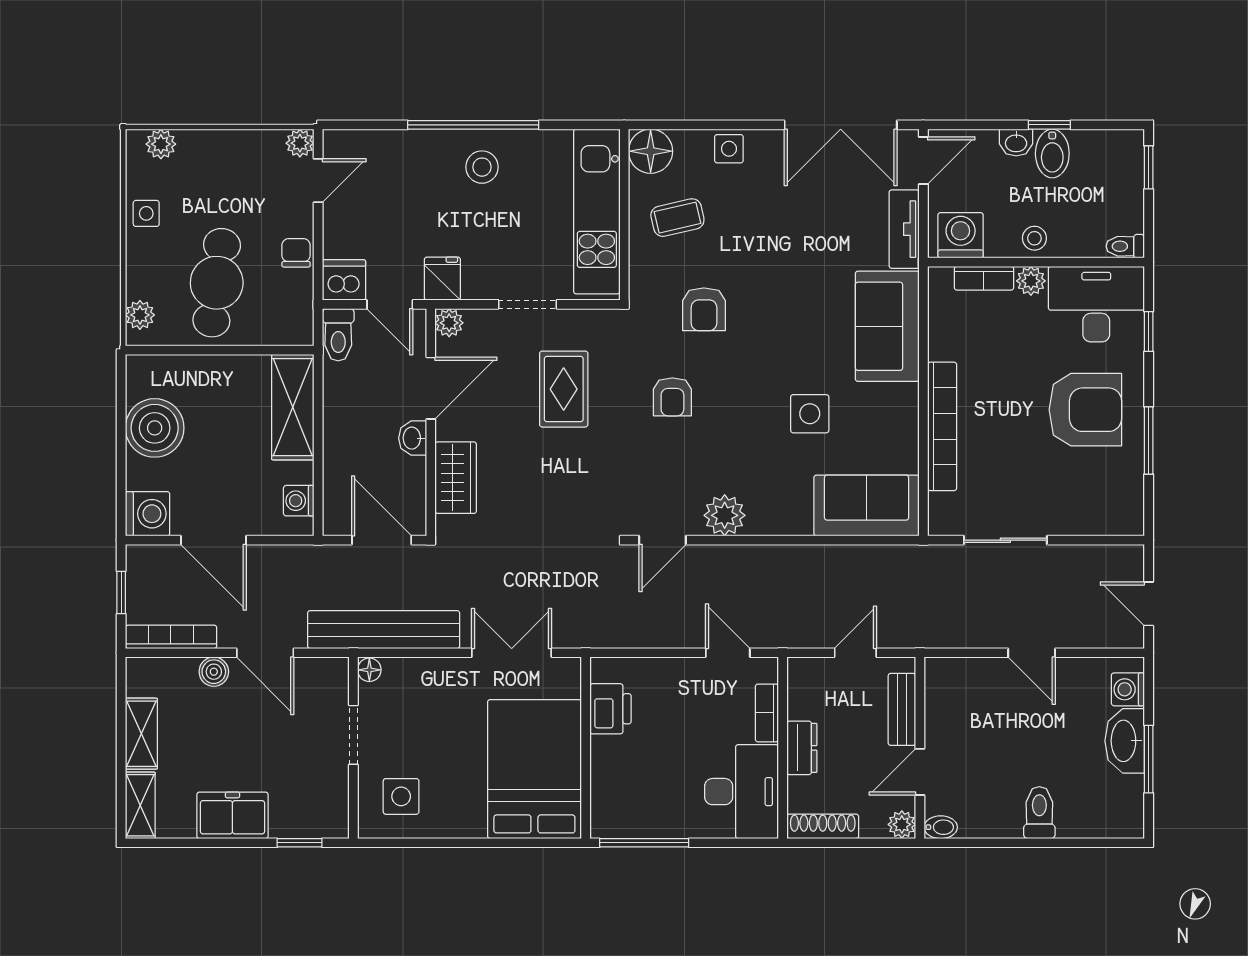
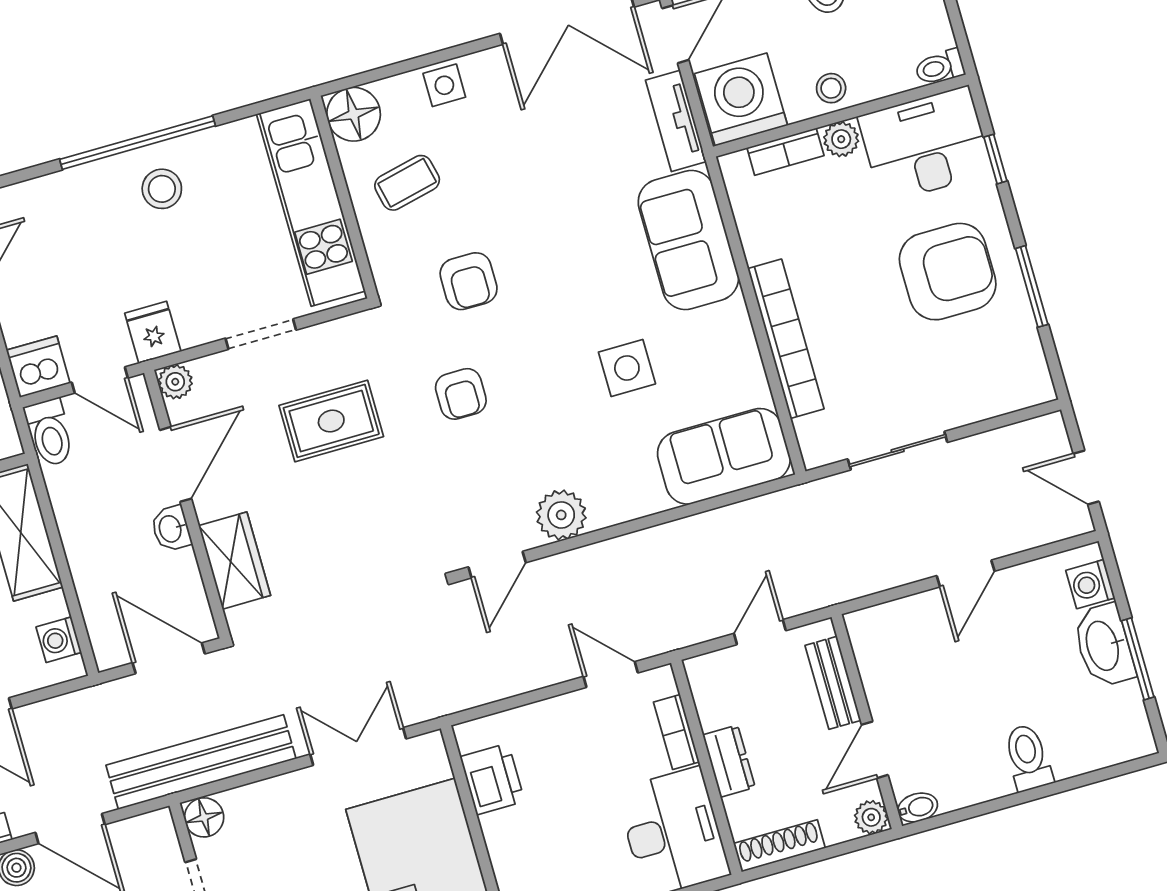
washing machine: (961, 235) -> (741, 100), width x1.37, depth x1.37
rug: (564, 389) -> (331, 421), turned 90
door: (1032, 653) -> (966, 573), hinge flipped
floor lamp: (369, 670) -> (204, 817), width x1.37, depth x1.37

